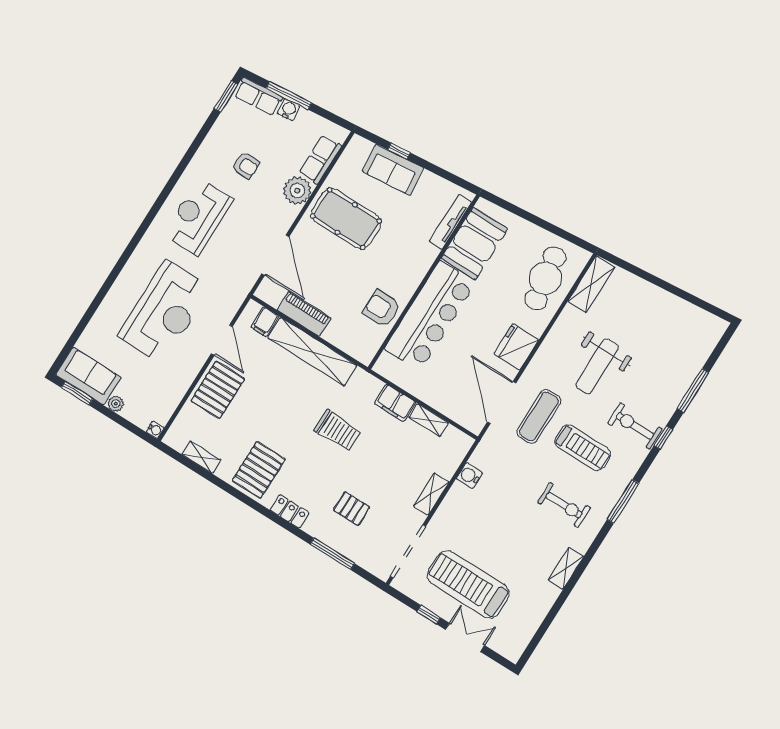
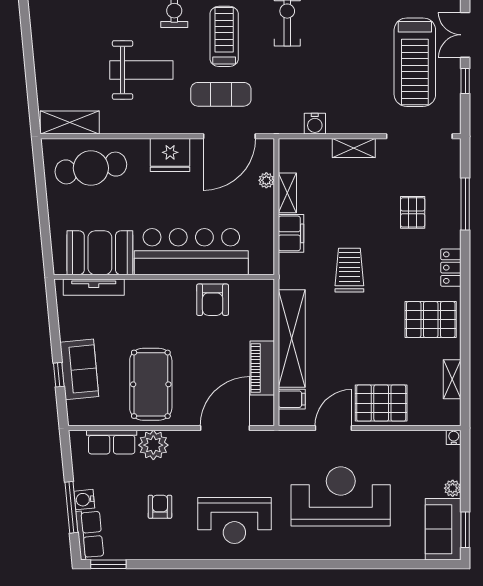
plant: (449, 410) -> (266, 180), added

